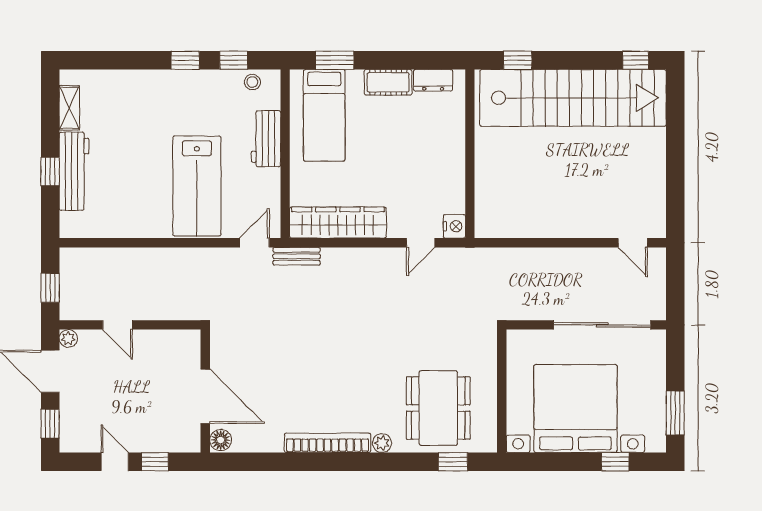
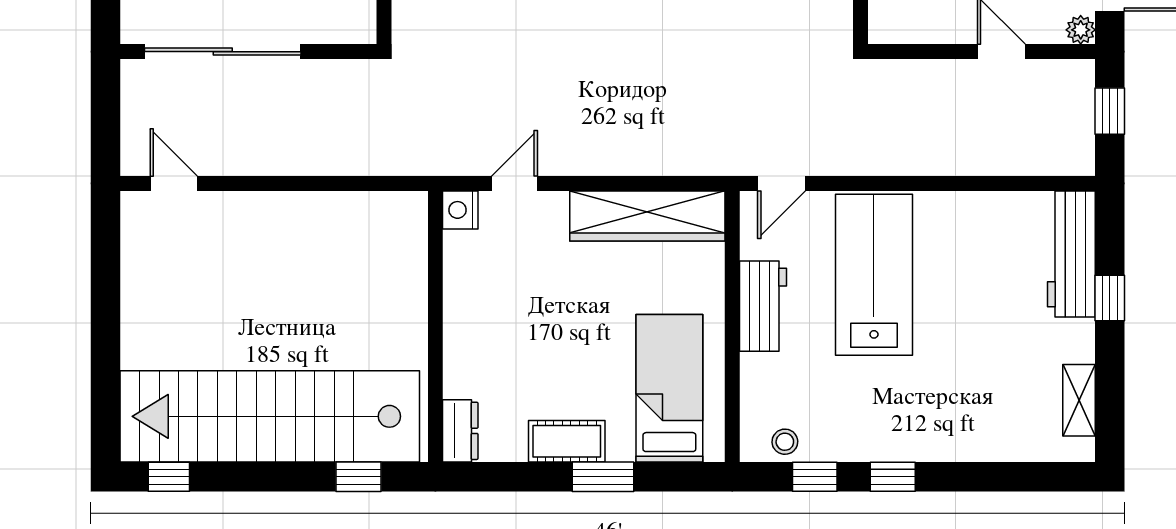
window: (335, 60) -> (603, 477), moved
dresser: (433, 80) -> (460, 431), moved, turned 90
workbench: (266, 139) -> (763, 306), moved
workbench: (74, 171) -> (1071, 254), moved
bench: (297, 256) -> (714, 162), removed

